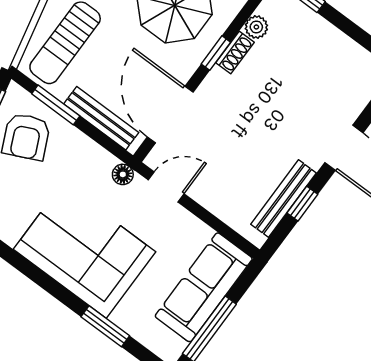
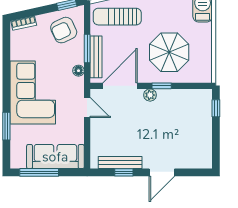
plant: (256, 27) -> (150, 95), moved
shoe rack: (235, 53) -> (168, 94), removed
window: (56, 105) -> (87, 48), moved
floor lamp: (123, 174) -> (78, 71), moved

